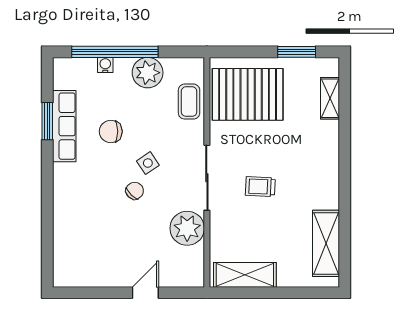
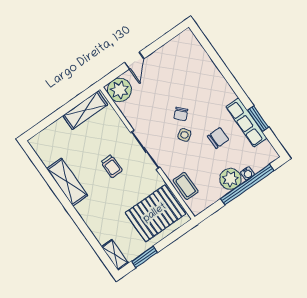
plant: (148, 73) -> (230, 179), moved
shelving: (330, 98) -> (115, 255), moved
trolley: (260, 187) -> (112, 166), turned 87
plant: (187, 228) -> (120, 90), moved
shelving: (326, 243) -> (67, 182), moved

